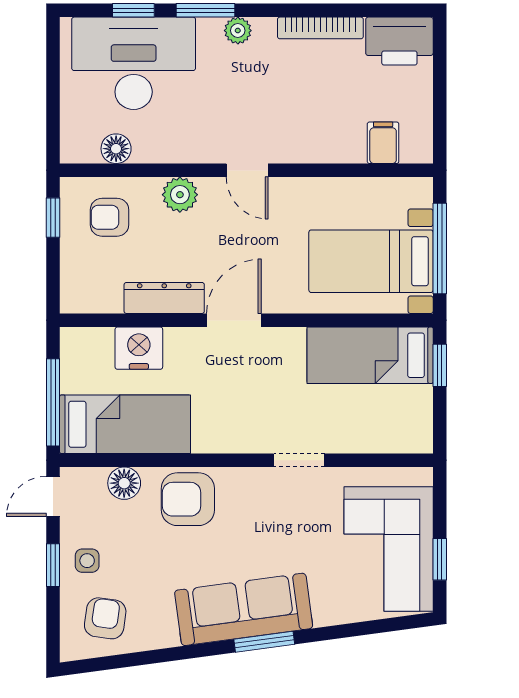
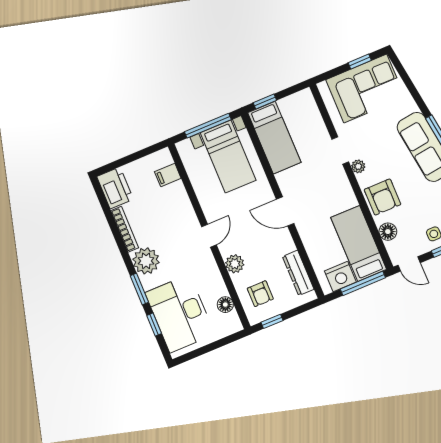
plant: (238, 31) -> (146, 261), width x1.87, depth x1.87
dresser: (164, 298) -> (298, 273), moved
nightstand: (139, 348) -> (340, 277), moved, turned -90
plant: (259, 480) -> (358, 166), added

